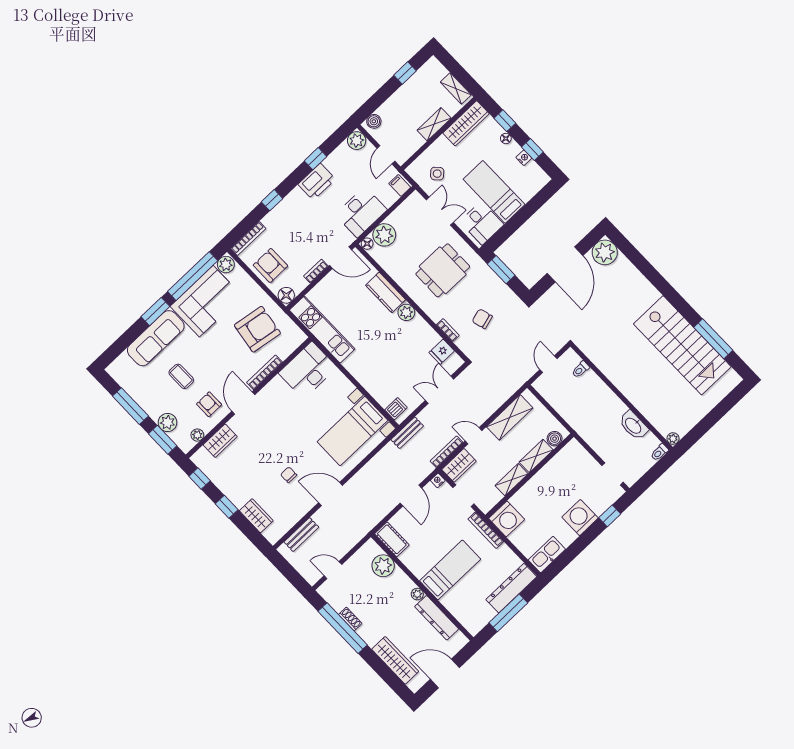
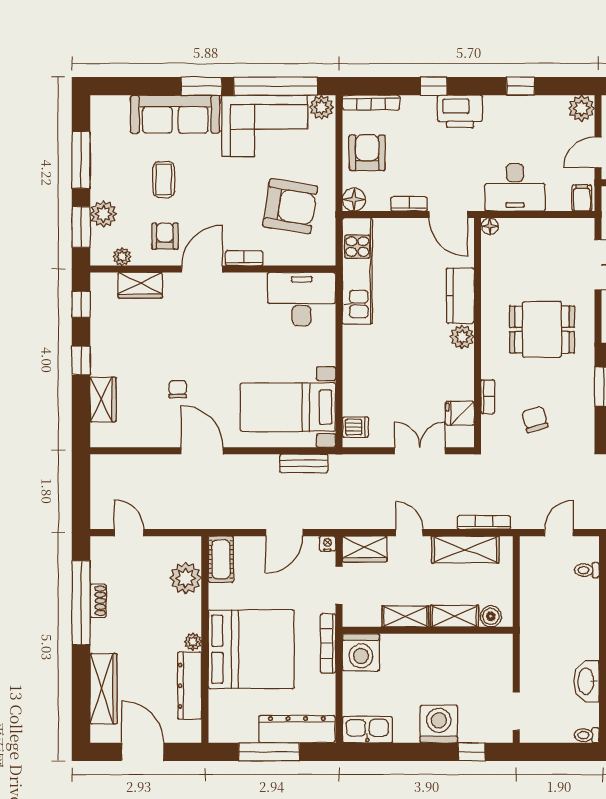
printer: (317, 182) -> (460, 111), moved
plant: (384, 235) -> (516, 234), removed
bookcase: (265, 372) -> (244, 258), width x0.64
bench: (407, 433) -> (304, 463), moved
bookcase: (447, 452) -> (484, 522), moved
bench: (301, 535) -> (131, 464), removed
bed: (450, 570) -> (251, 649), width x2.04

